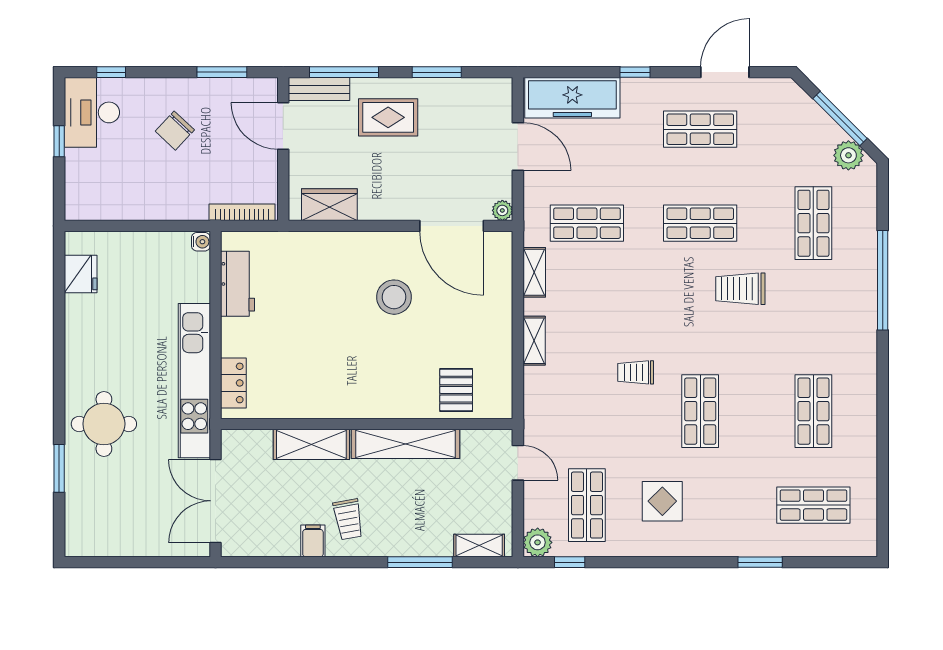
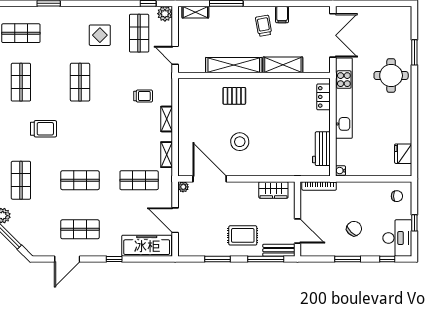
window: (222, 72) -> (348, 259), moved
chair: (93, 193) -> (397, 196), added
trolley: (740, 289) -> (44, 129), moved
trolley: (636, 372) -> (143, 96), moved
pallet: (456, 390) -> (234, 96), moved, turned 90

